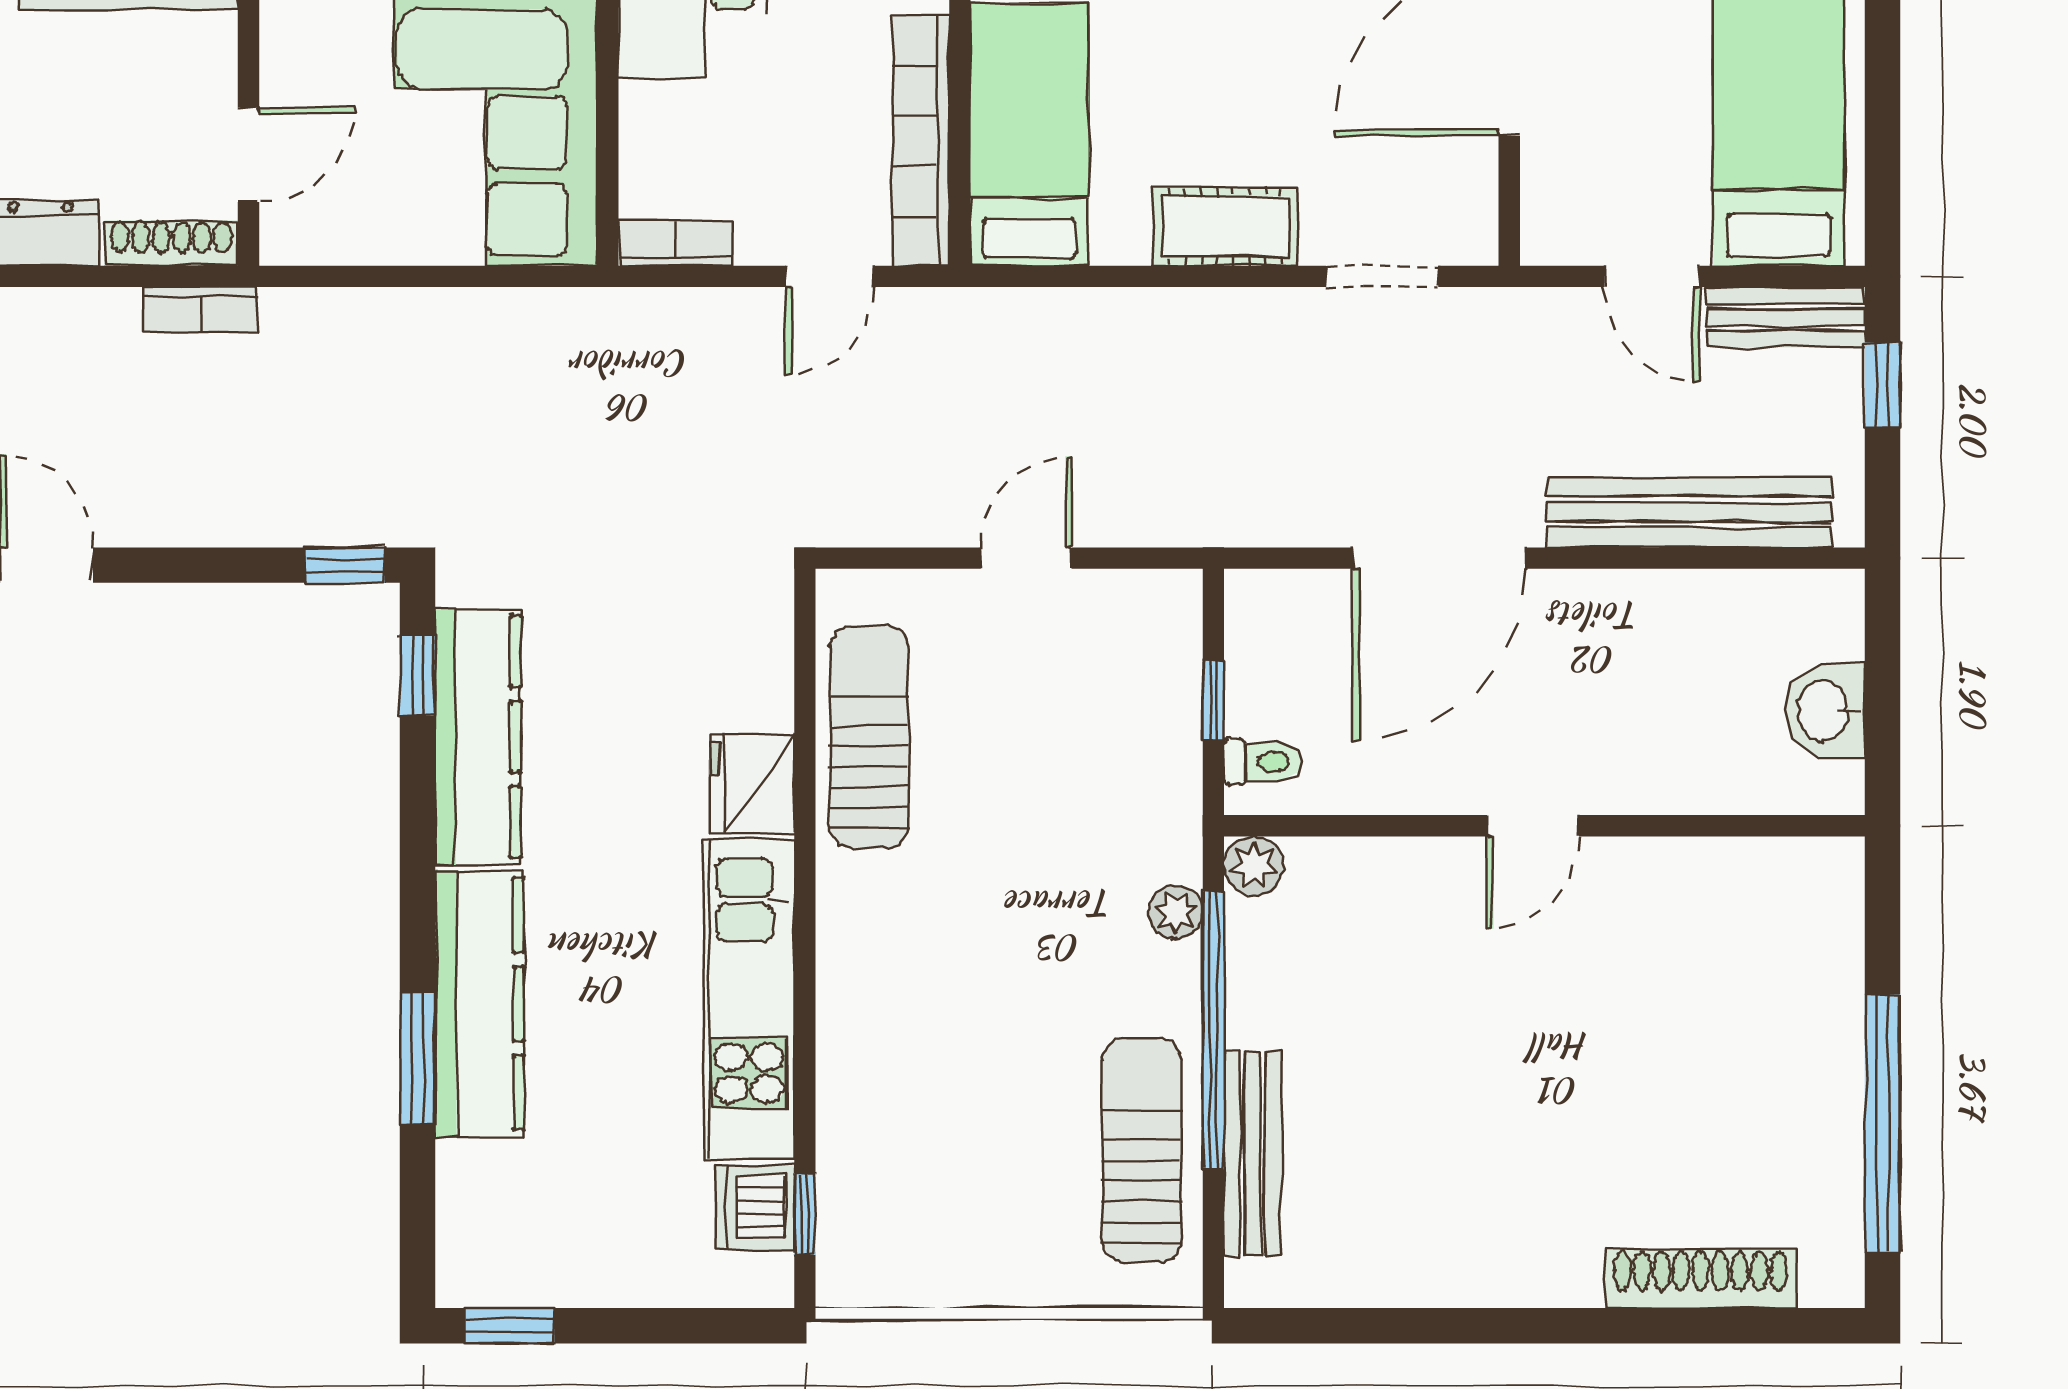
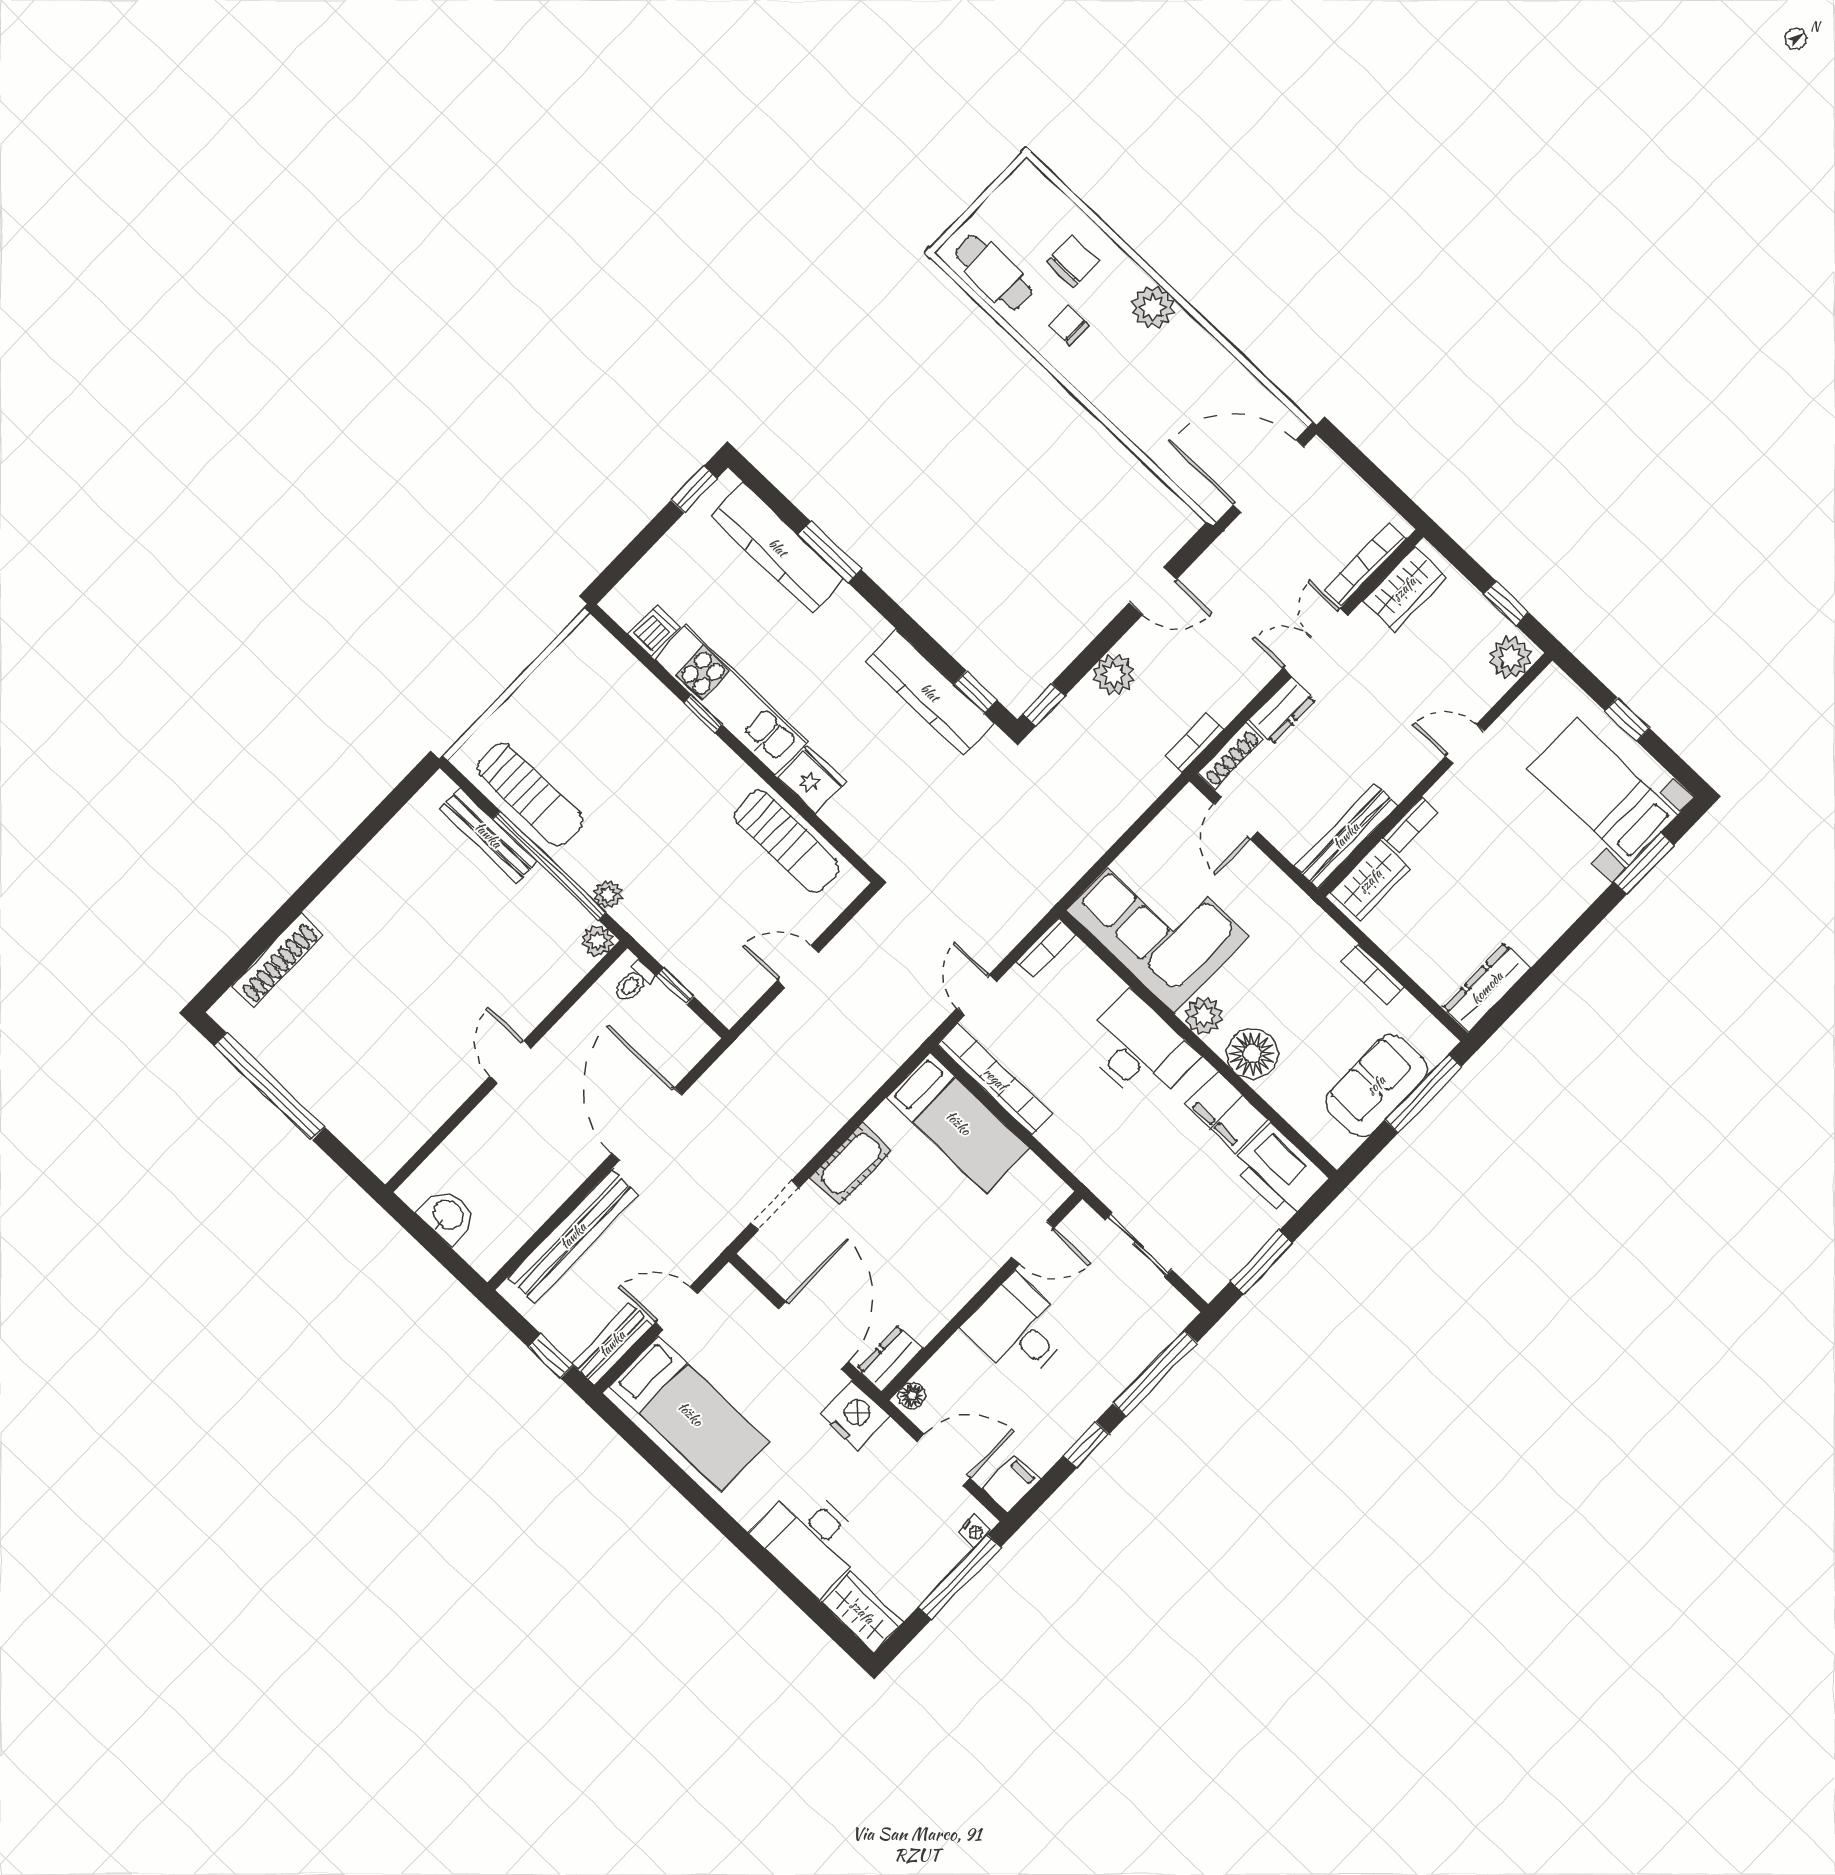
plant: (212, 509) -> (1114, 674), added
door: (1026, 558) -> (798, 967), swing flipped
kitchen counter: (480, 1004) -> (778, 548), moved
dishwasher: (755, 1207) -> (654, 630), width x0.73
window: (805, 1214) -> (703, 714), moved

